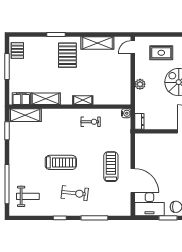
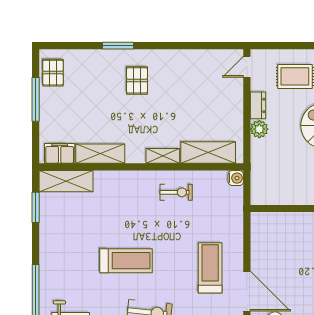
shelving: (97, 43) -> (208, 153), moved
pallet: (67, 55) -> (137, 80), width x0.67, depth x0.71
dresser: (139, 121) -> (258, 105), moved

